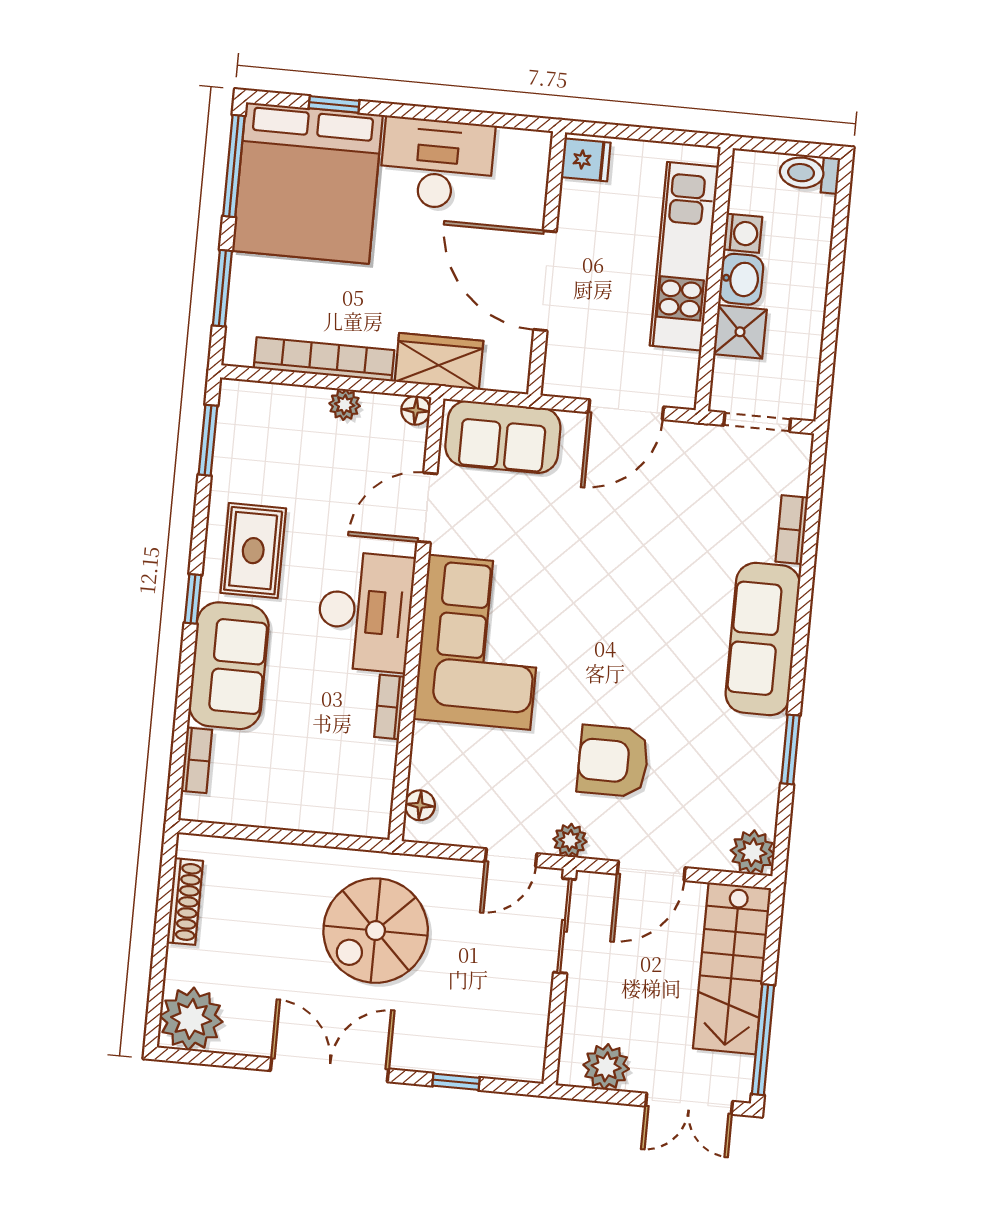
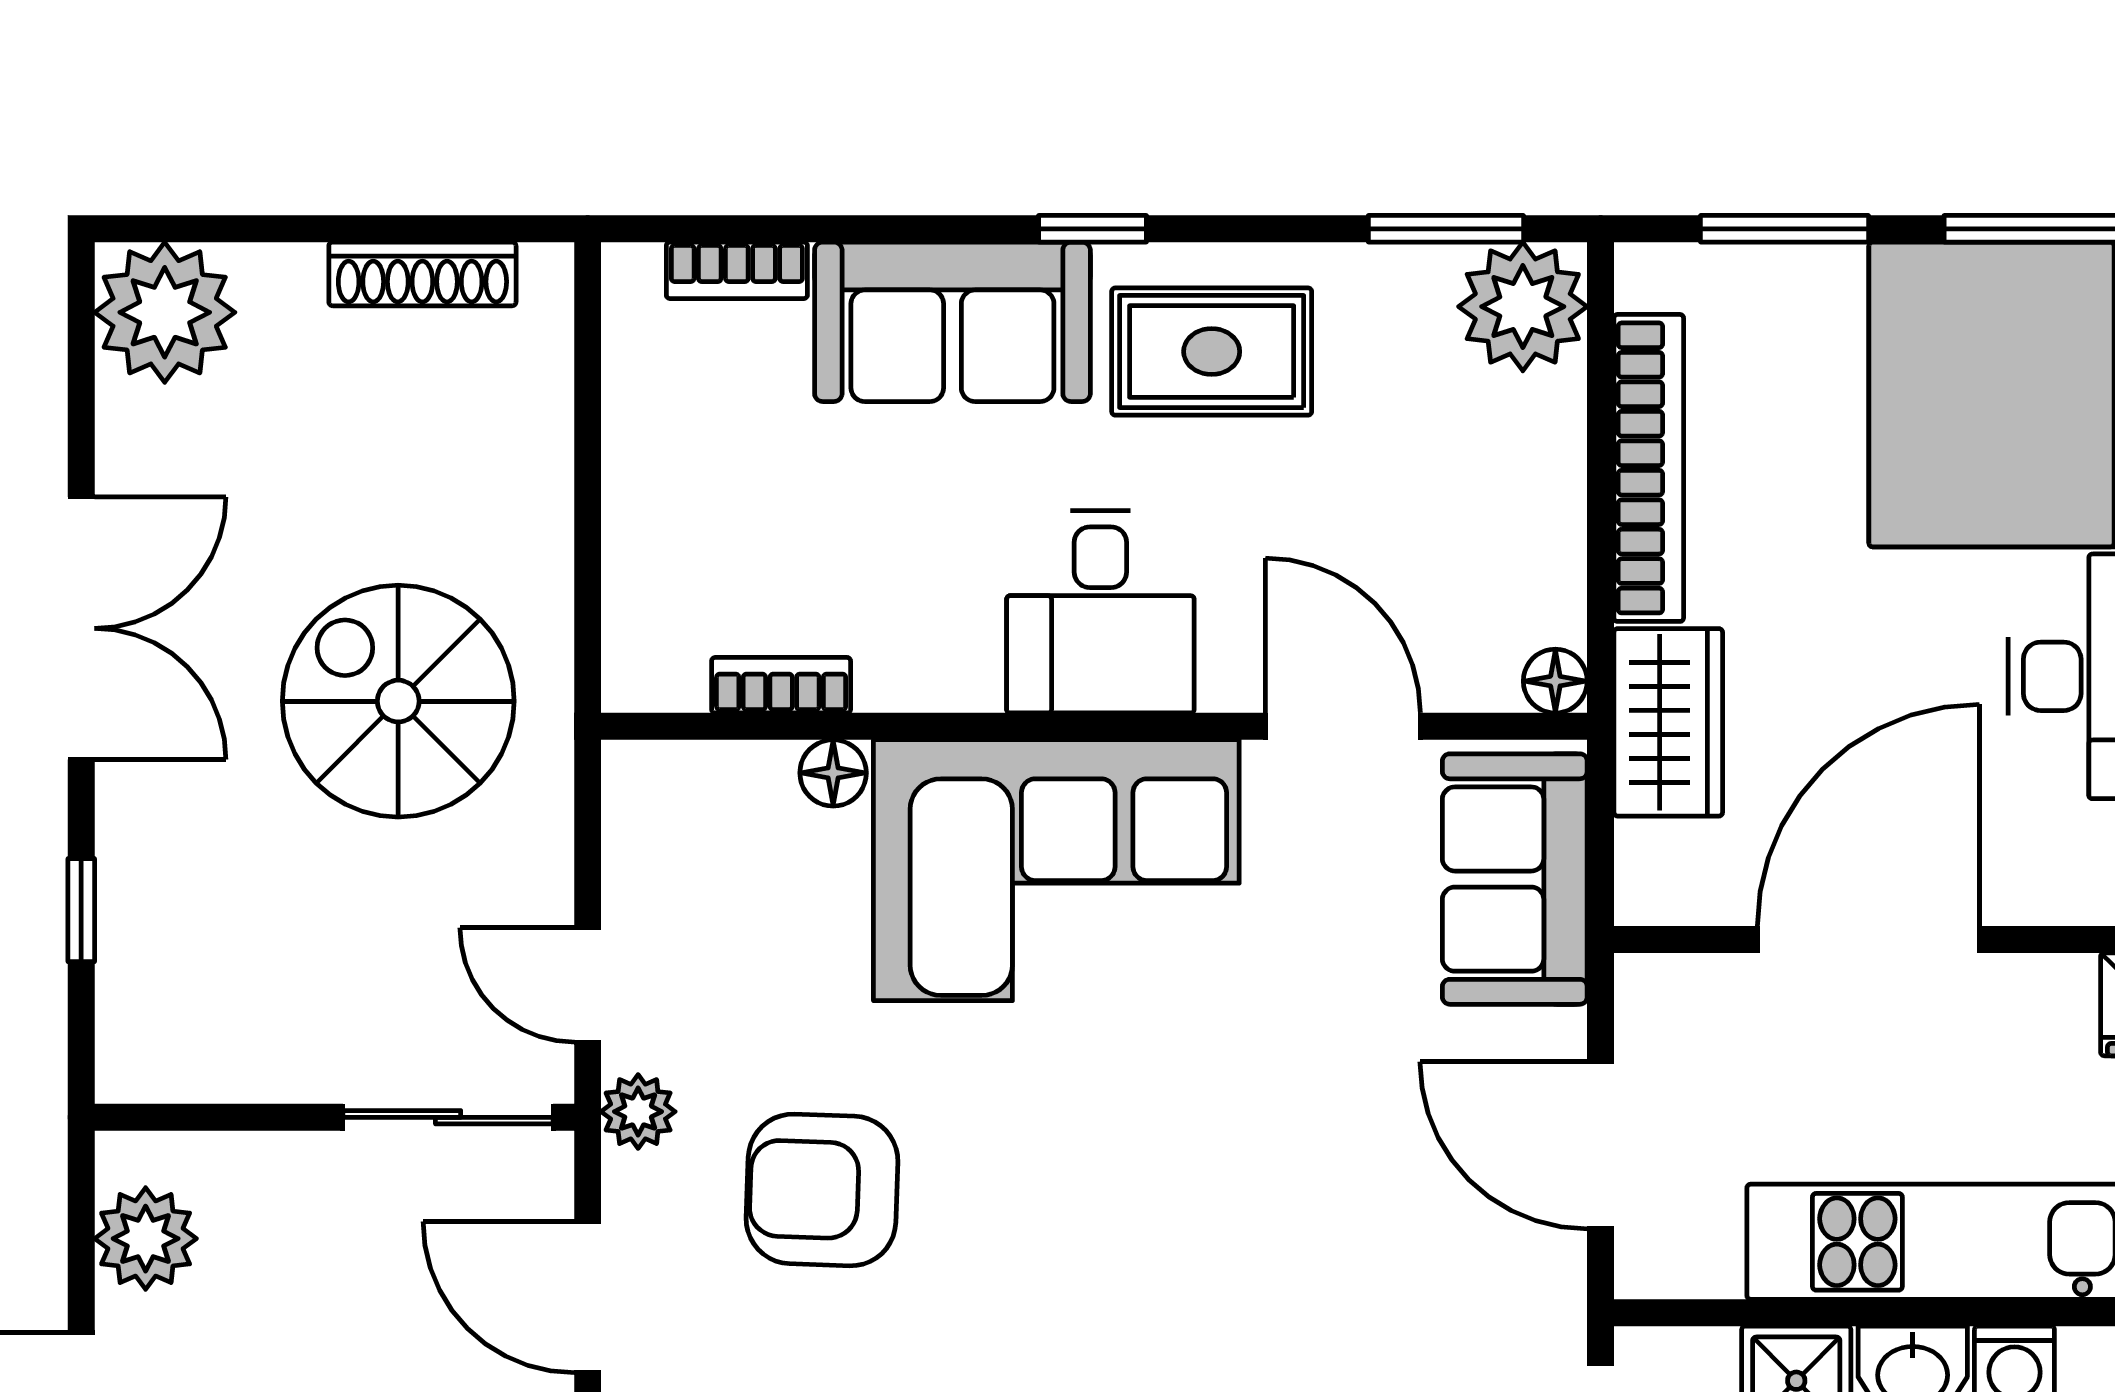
plant: (345, 405) -> (1523, 307), moved, width x1.88, depth x1.88
desk: (365, 612) -> (1100, 612), width x0.73
bookcase: (390, 707) -> (781, 685), moved
armchair: (613, 761) -> (822, 1190), turned -88
floor lamp: (420, 805) -> (833, 773), moved

